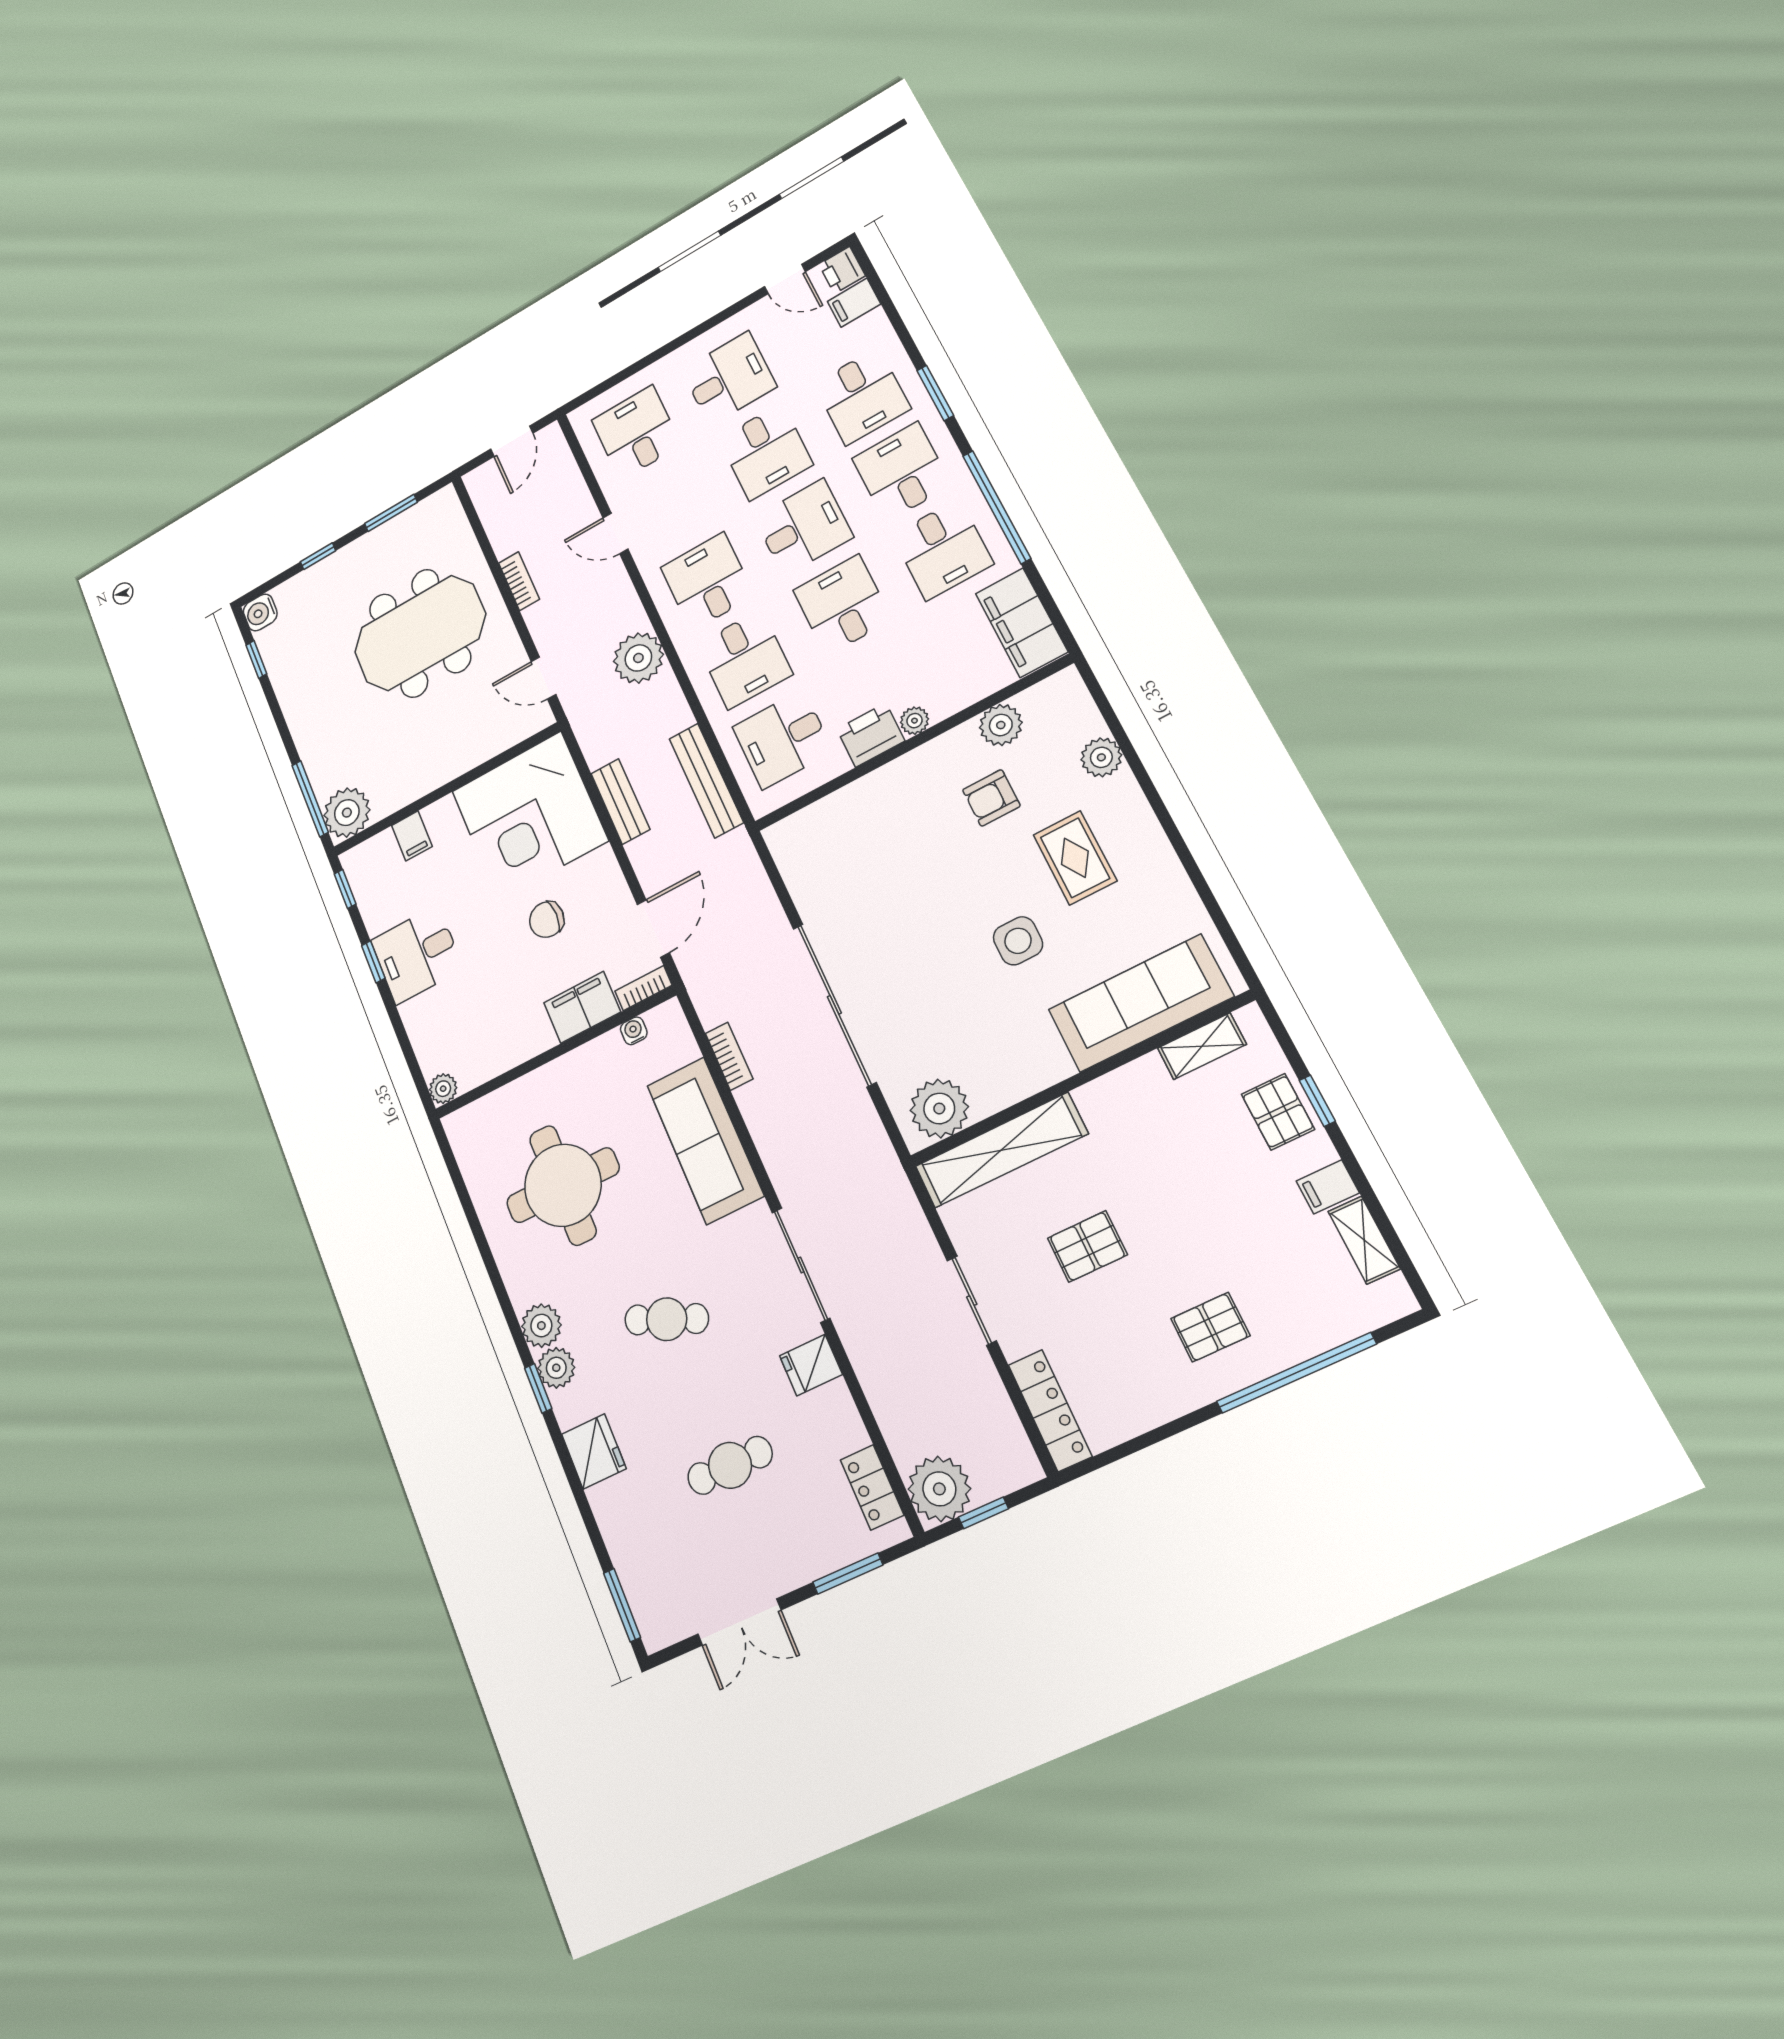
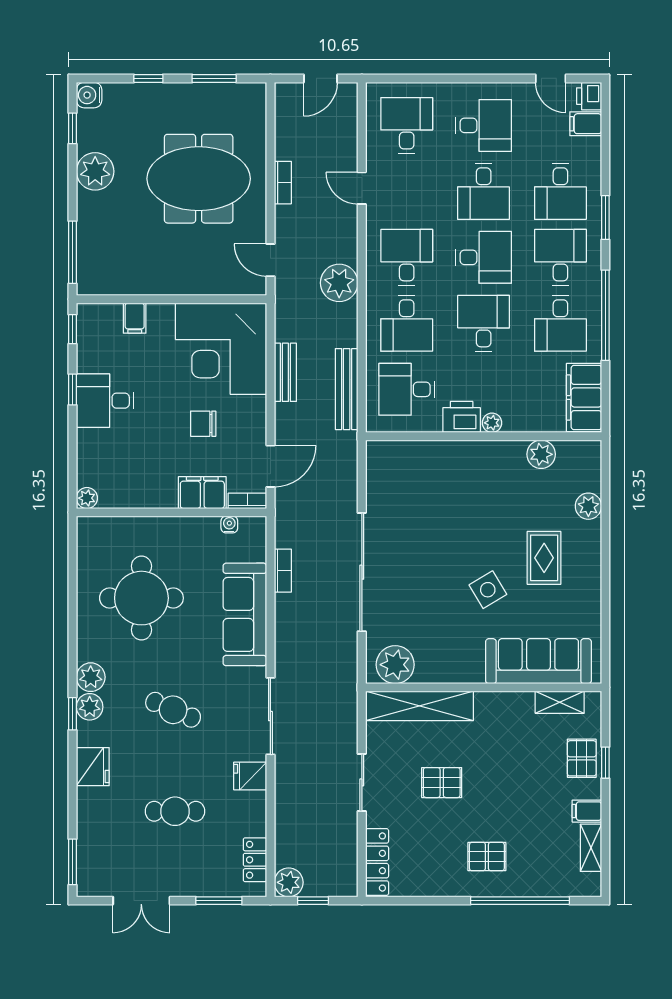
armchair: (991, 798) -> (514, 496), removed
plant: (347, 813) -> (95, 171), moved
side table: (1018, 941) -> (488, 590), turned -31
plant: (939, 1489) -> (289, 882), width x0.73, depth x0.73

